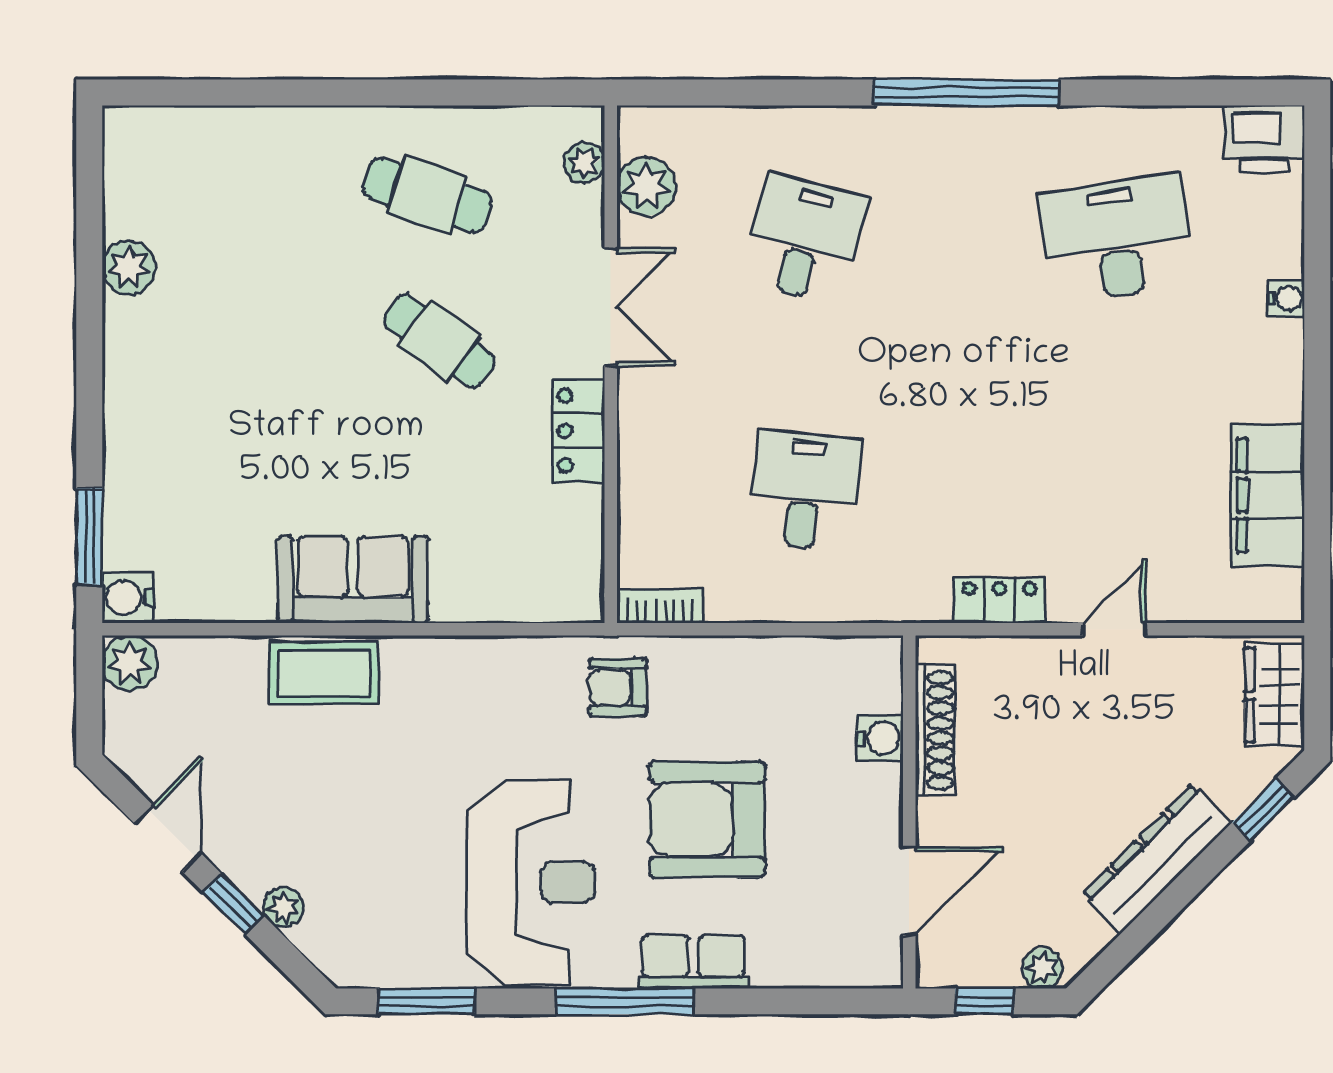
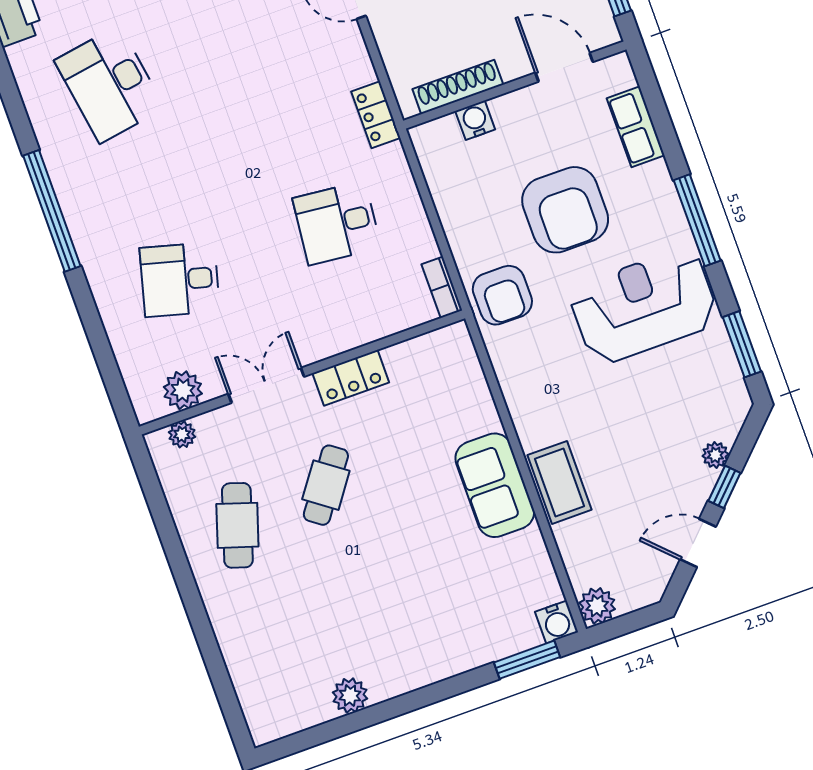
locker: (999, 600) -> (376, 115), moved
armchair: (618, 687) -> (502, 295), width x1.38, depth x1.38
row of seats: (693, 962) -> (636, 127), moved

